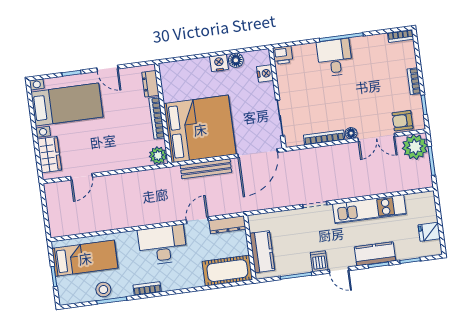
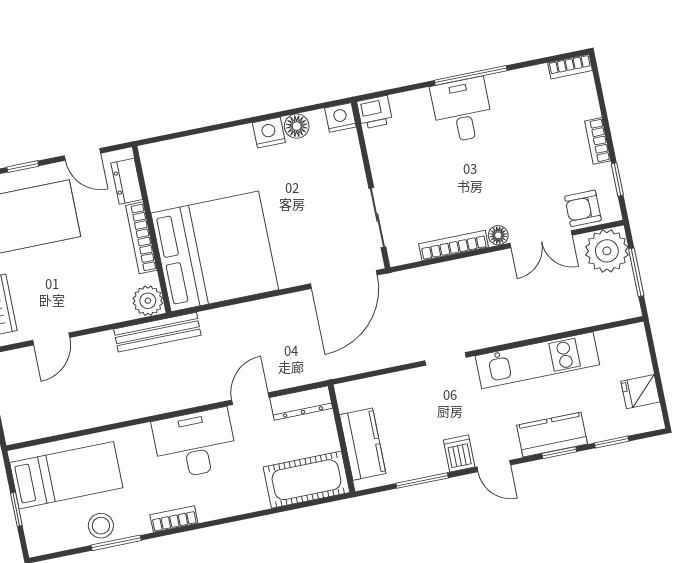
nightstand: (265, 73) -> (340, 117), moved, turned -90
dresser: (150, 84) -> (127, 181), moved
wall: (163, 113) -> (152, 229), moved
bookcase: (157, 118) -> (141, 238), moved
bed: (200, 129) -> (215, 251), moved
plant: (158, 156) -> (148, 301), moved
bench: (206, 169) -> (157, 332), moved

